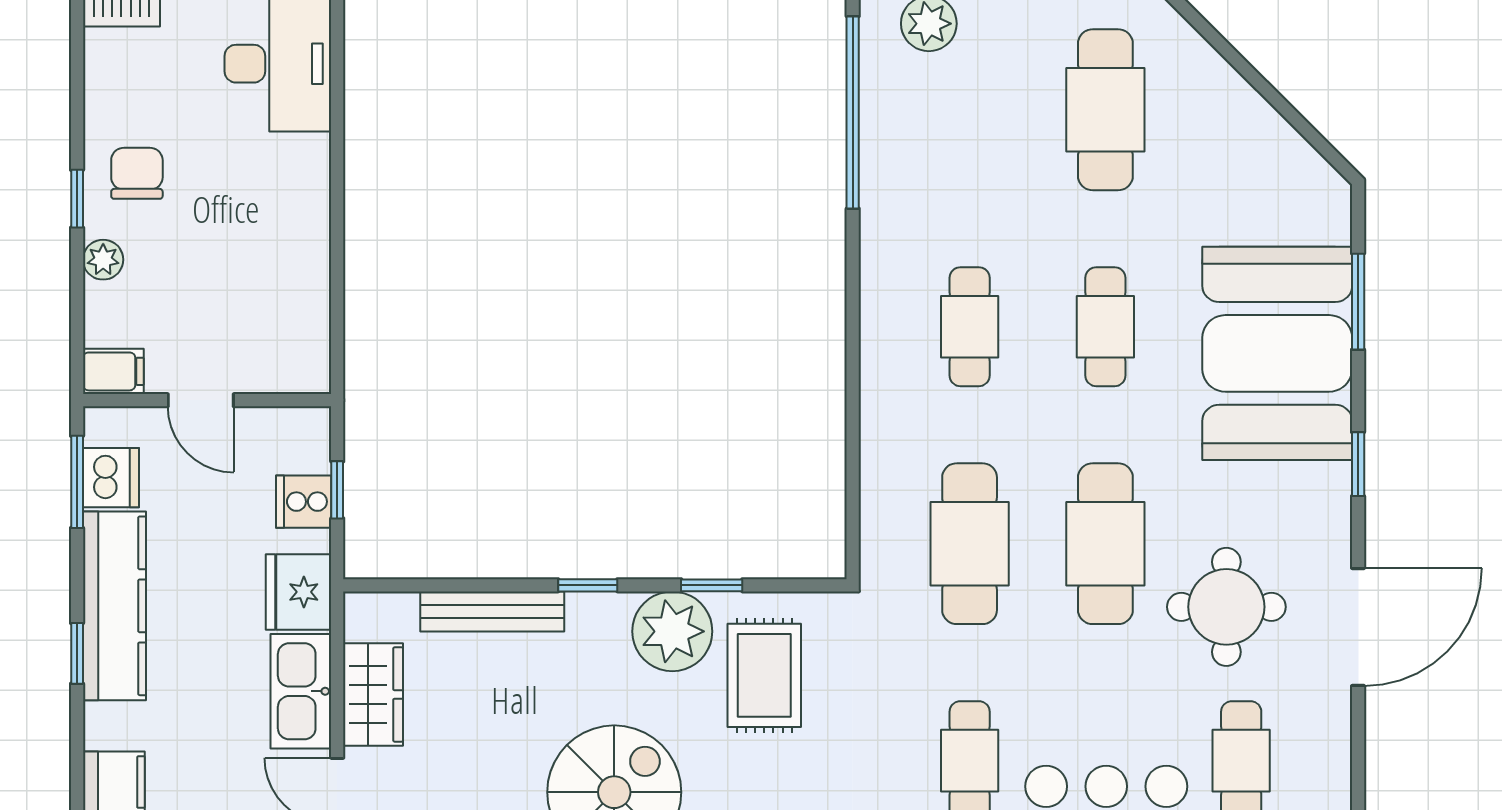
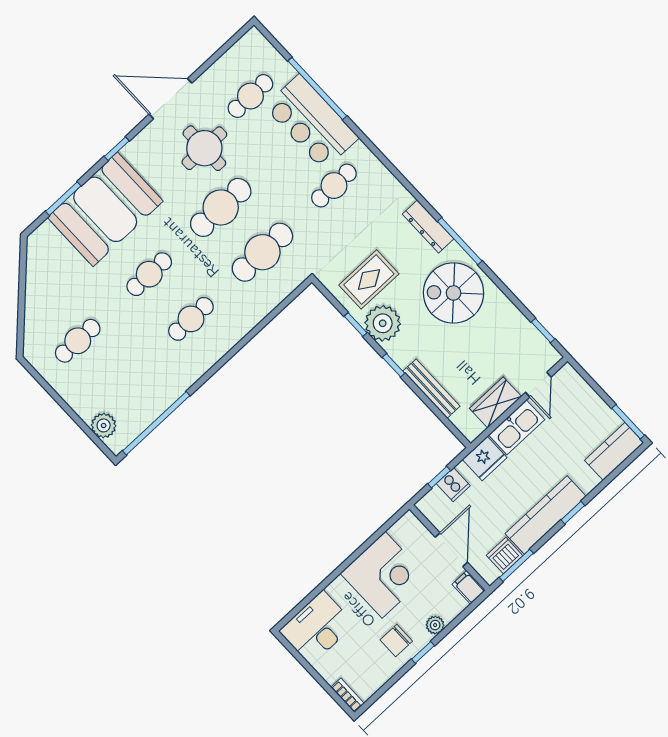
cafe table: (1105, 110) -> (78, 341), width x0.73, depth x0.74
corner desk: (263, 252) -> (384, 575), added
door: (201, 400) -> (451, 550), width x1.38

